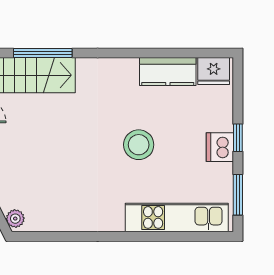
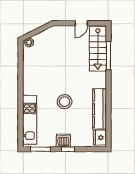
kitchen counter: (168, 72) -> (100, 109), width x1.50

